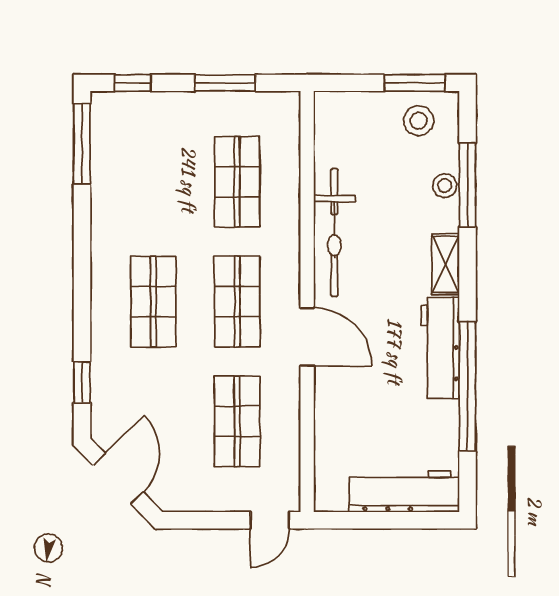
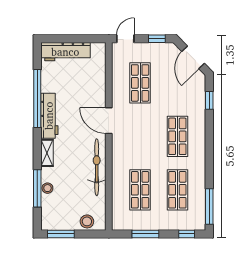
stool: (419, 121) -> (87, 221), moved
shop shelf: (237, 302) -> (177, 190), moved
window: (200, 520) -> (157, 39), added

